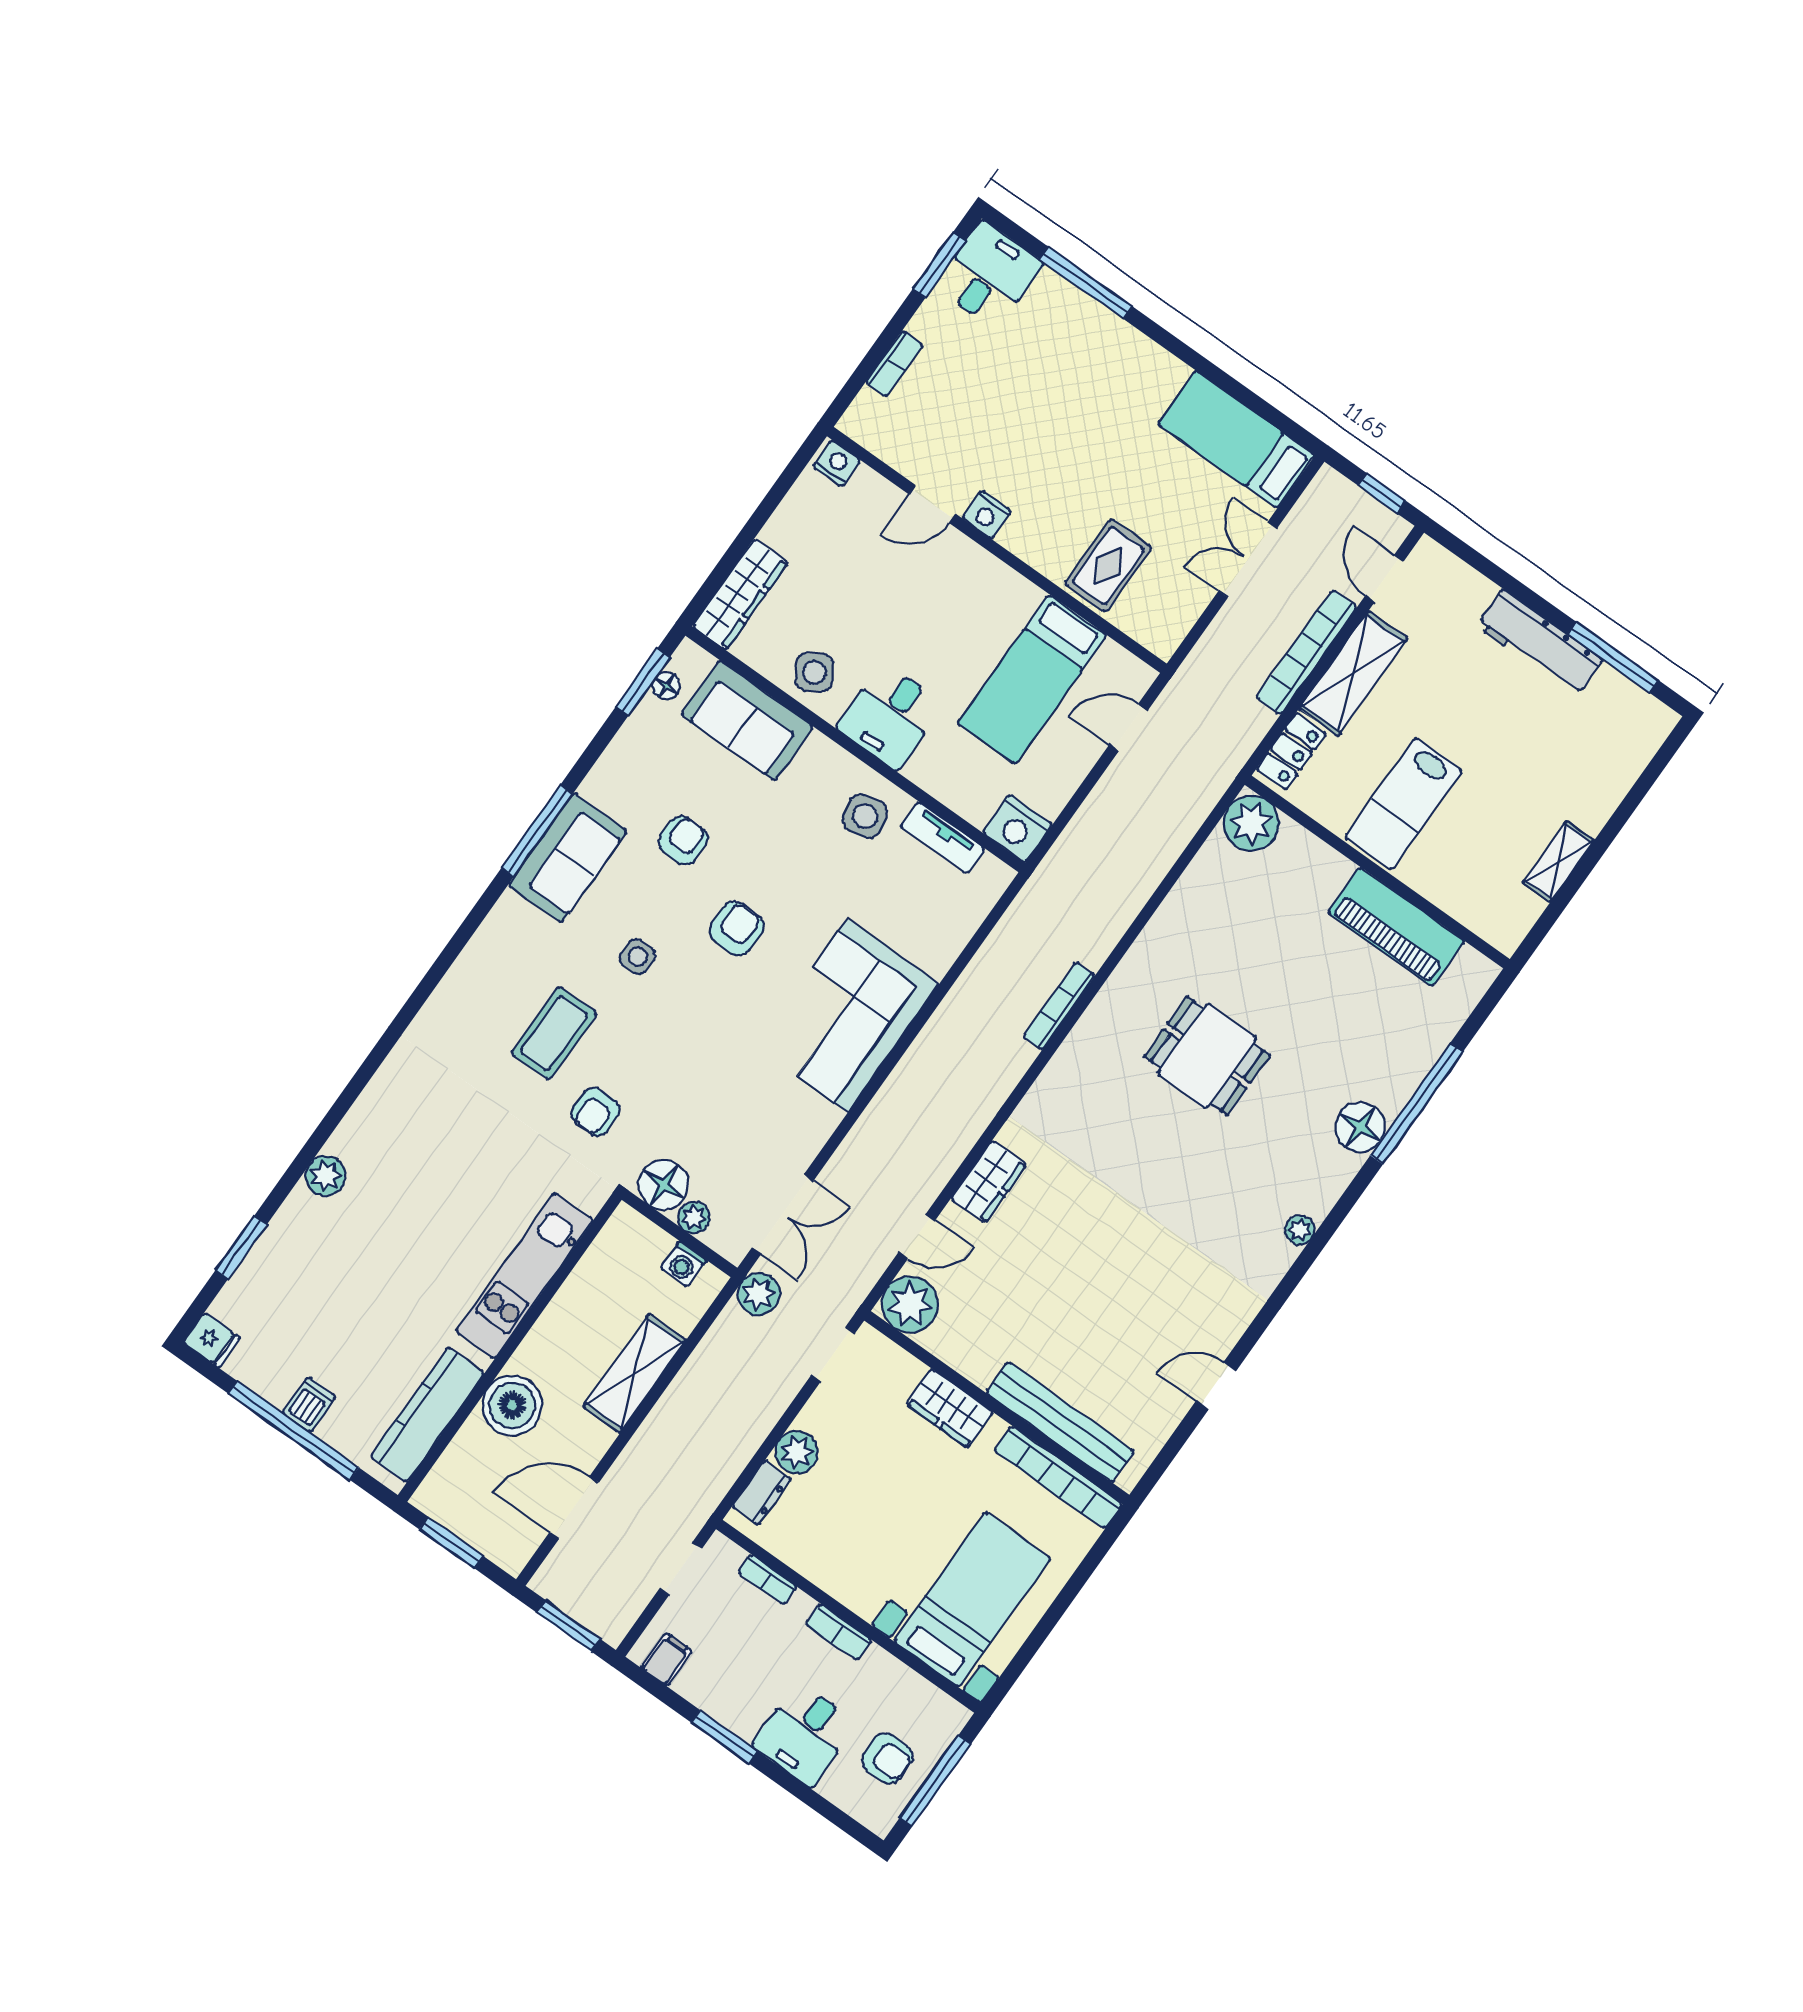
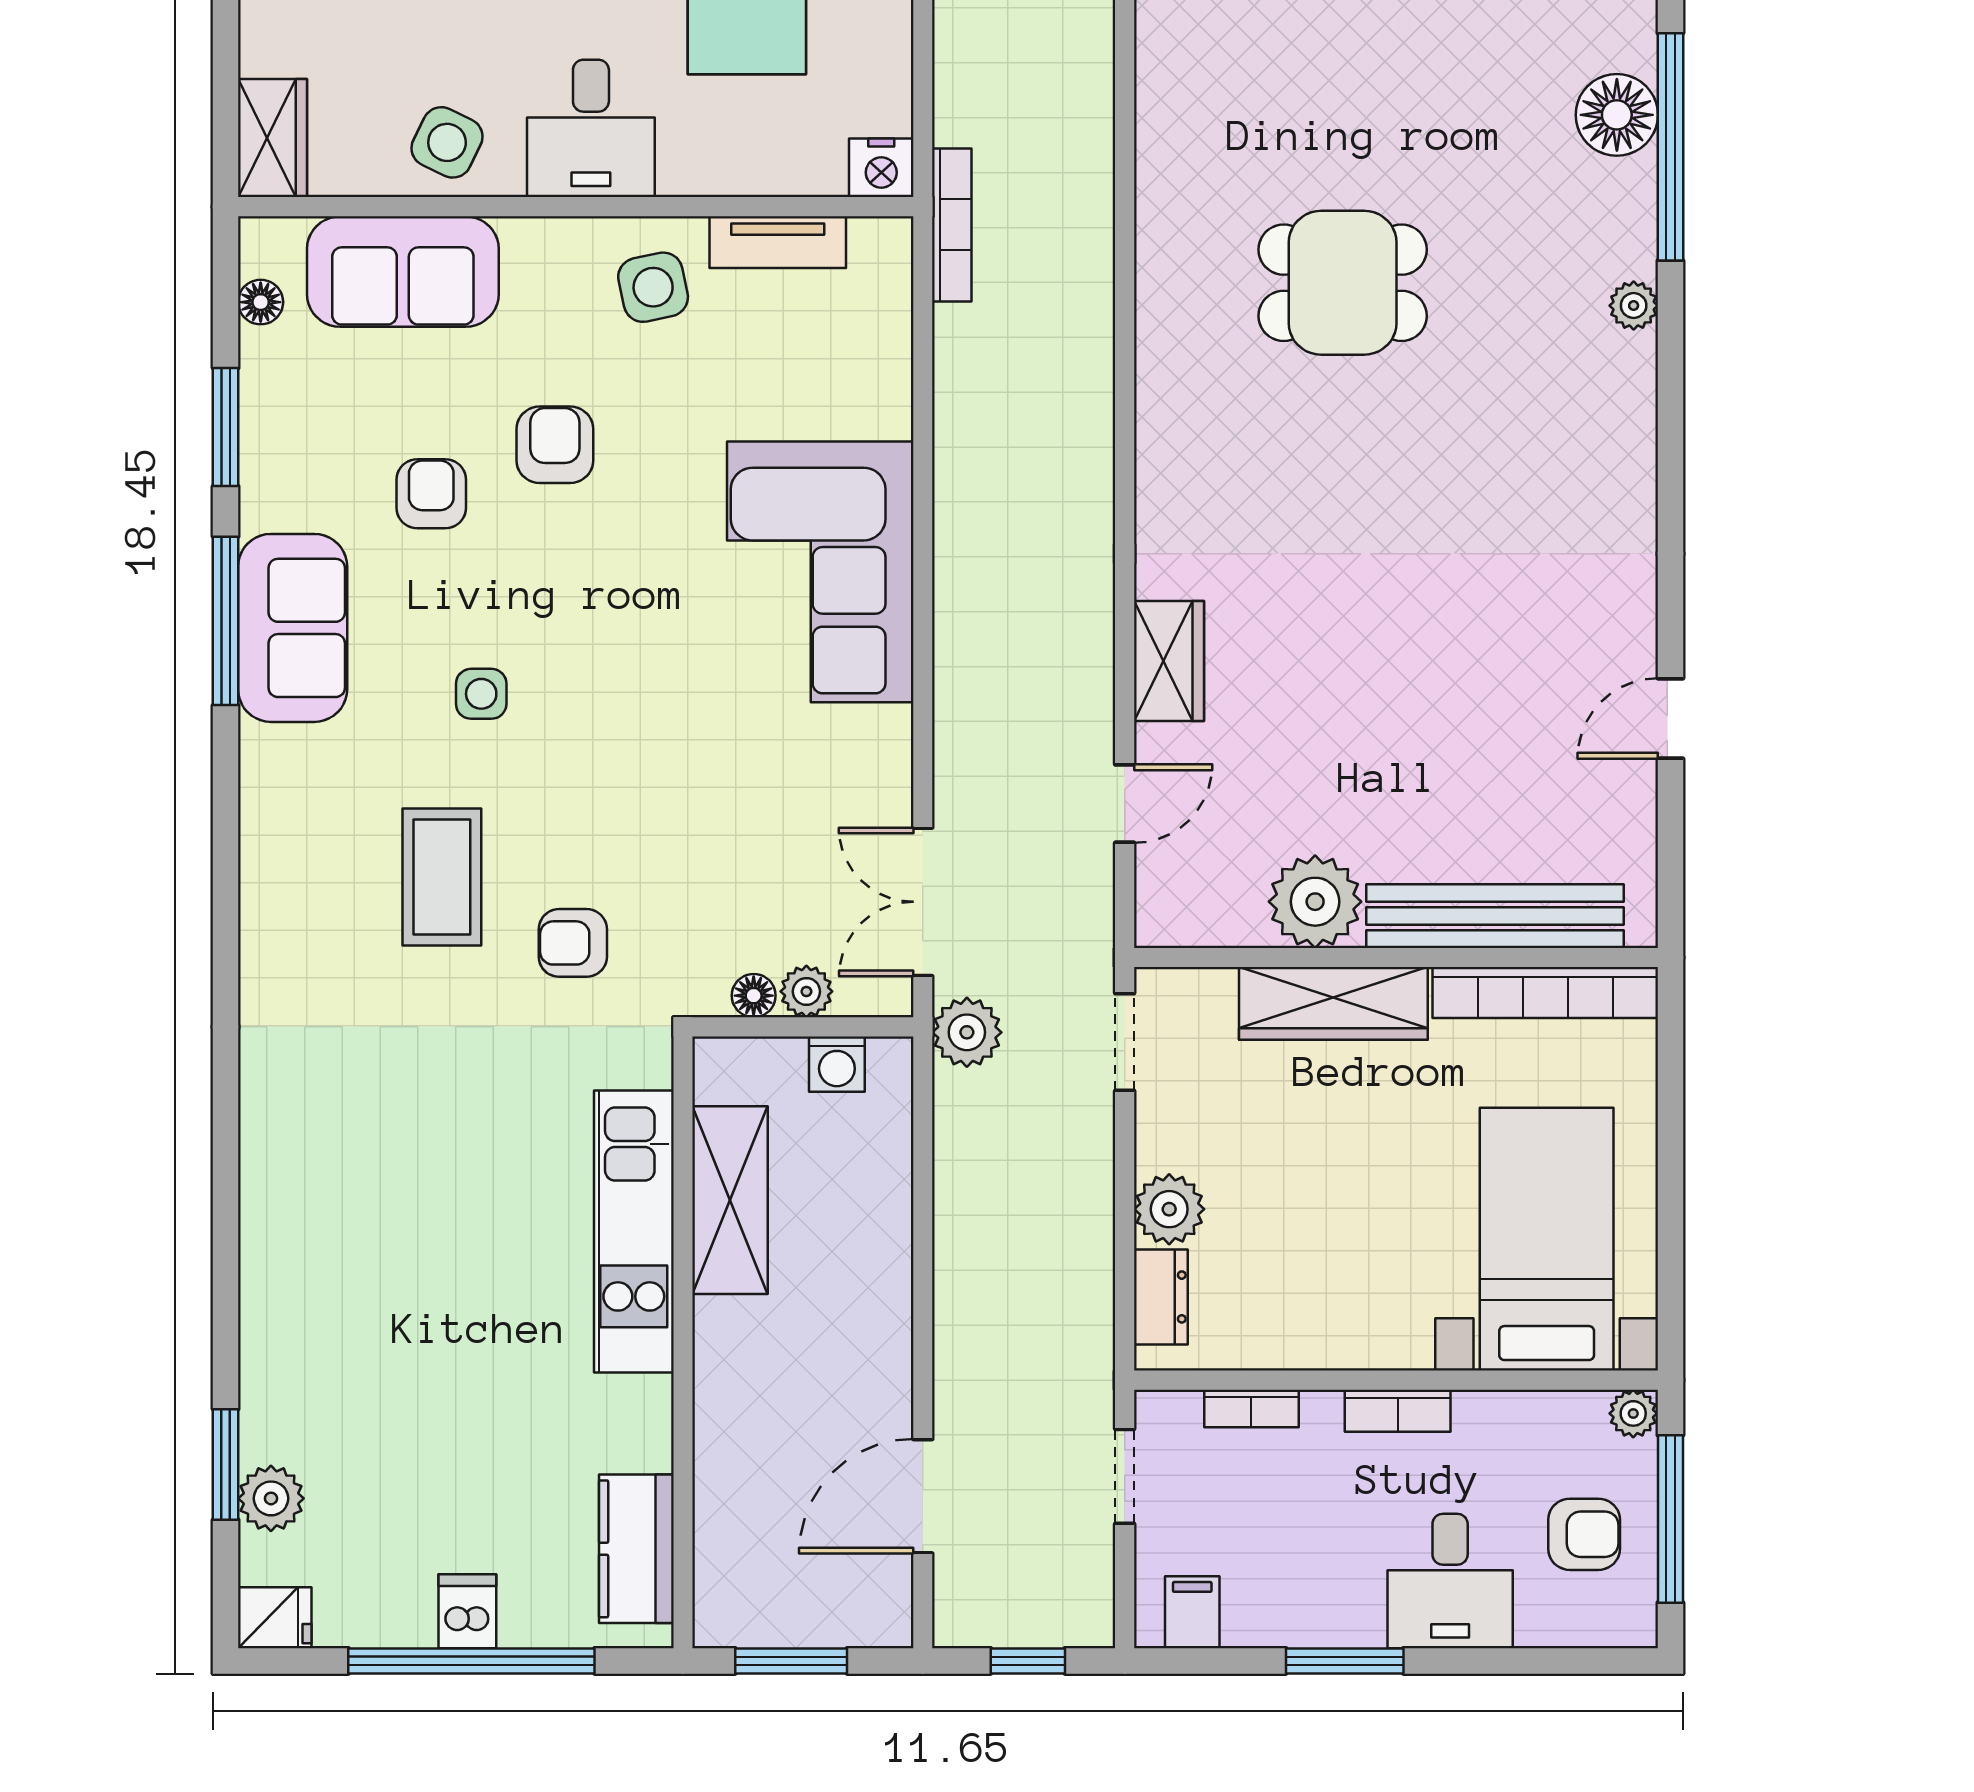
wardrobe: (740, 594) -> (273, 138), width x0.67
side table: (814, 672) -> (447, 142), turned -31
window: (643, 682) -> (226, 427), moved
nightstand: (1017, 828) -> (881, 168), width x0.74, depth x0.75
armchair: (737, 929) -> (555, 445), moved
bookcase: (1059, 1006) -> (952, 225), moved, turned 180
armchair: (596, 1112) -> (573, 943), turned 90
floor lamp: (1360, 1127) -> (1617, 115), moved
plant: (326, 1176) -> (271, 1498), moved
floor lamp: (664, 1185) -> (754, 996), width x0.53, depth x0.53
double door: (783, 1214) -> (923, 902), swing flipped
plant: (1300, 1230) -> (1634, 306), moved
plant: (910, 1304) -> (1315, 902), moved
shelving: (635, 1373) -> (730, 1200), moved
boiler: (512, 1405) -> (742, 1418), removed
wardrobe: (950, 1408) -> (1333, 1003), width x1.50
kitchen counter: (427, 1415) -> (636, 1549), width x0.67
window: (568, 1626) -> (1028, 1661), width x0.67
plant: (954, 1716) -> (1633, 1413), added

